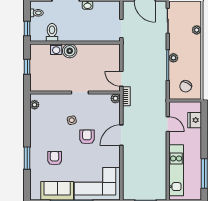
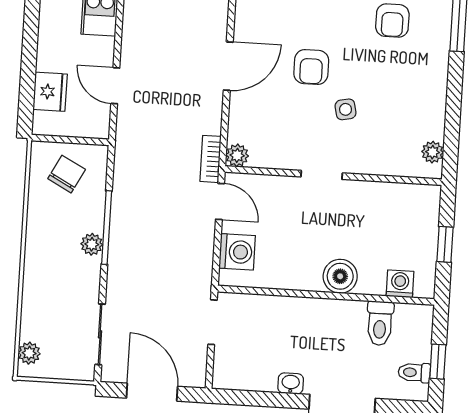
window: (27, 28) -> (438, 362), moved
plant: (197, 30) -> (29, 353), moved
washing machine: (56, 49) -> (400, 284), moved
washing machine: (113, 58) -> (237, 252), added

